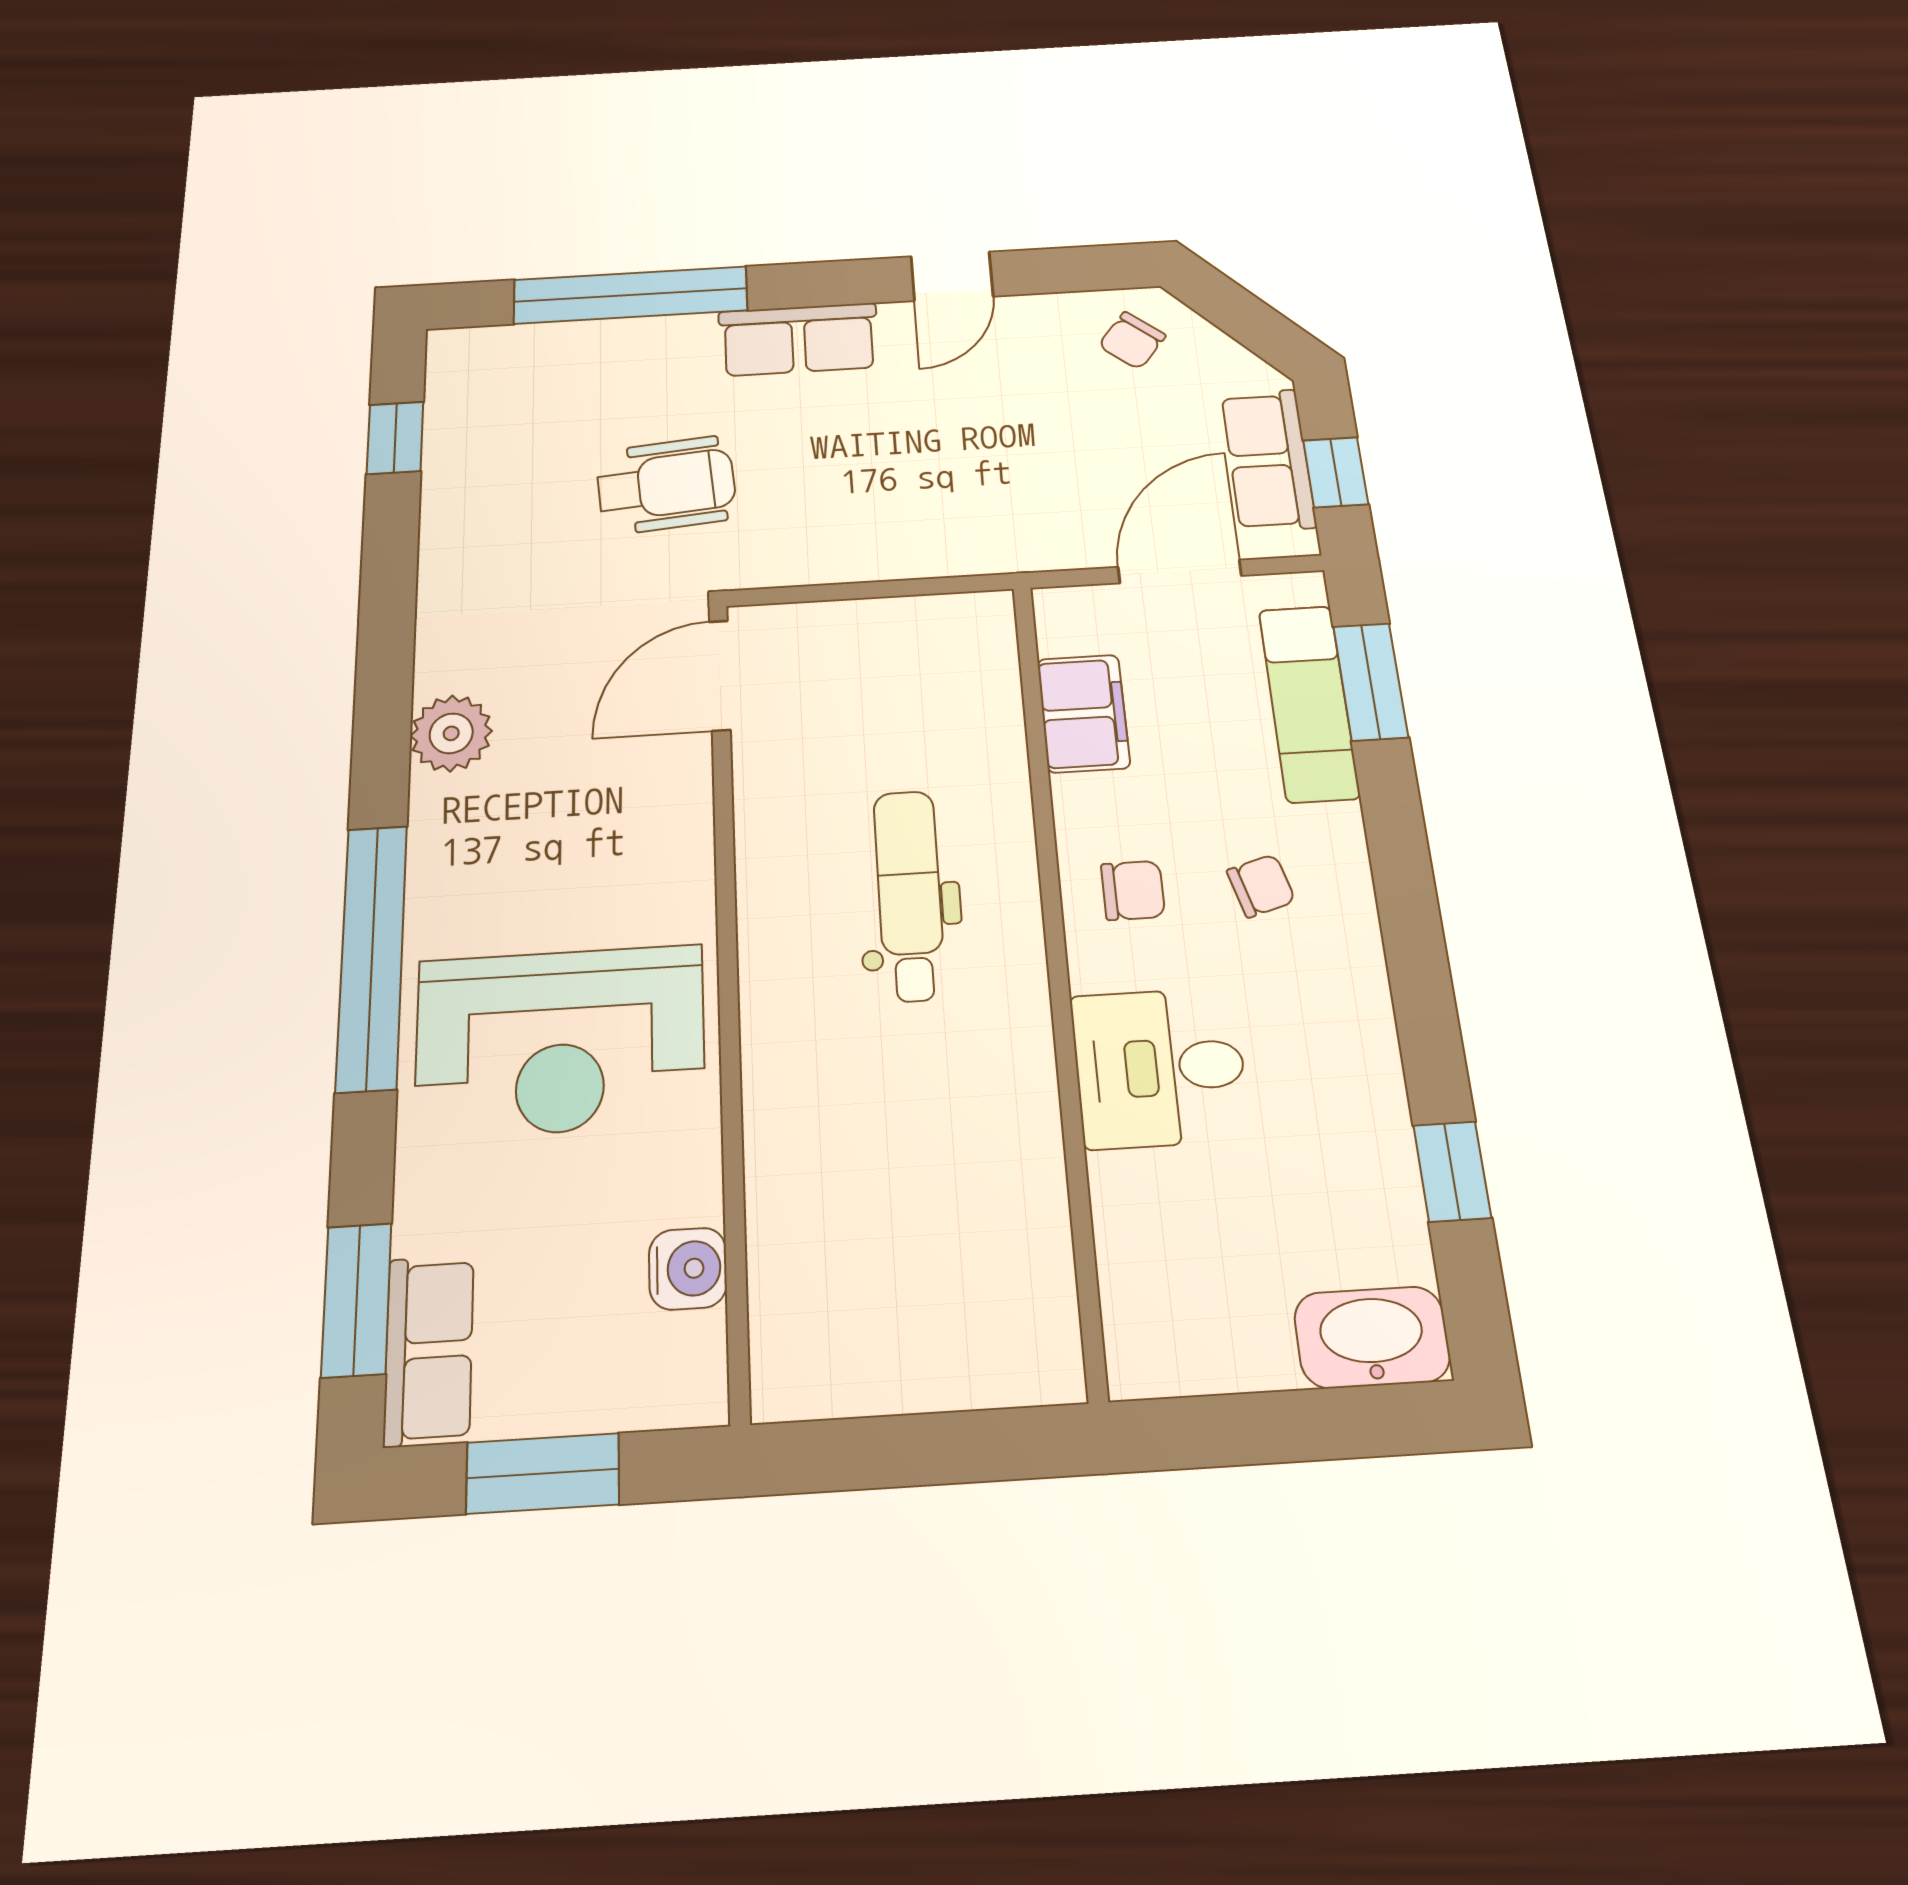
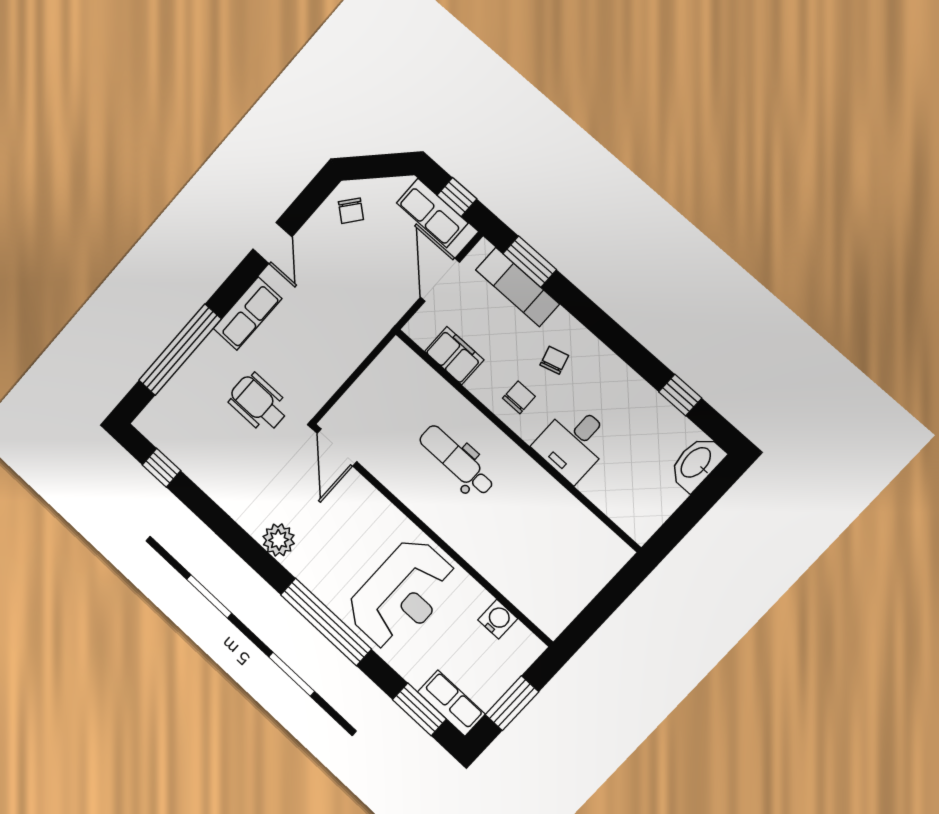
wheelchair: (666, 485) -> (258, 403), turned -85

